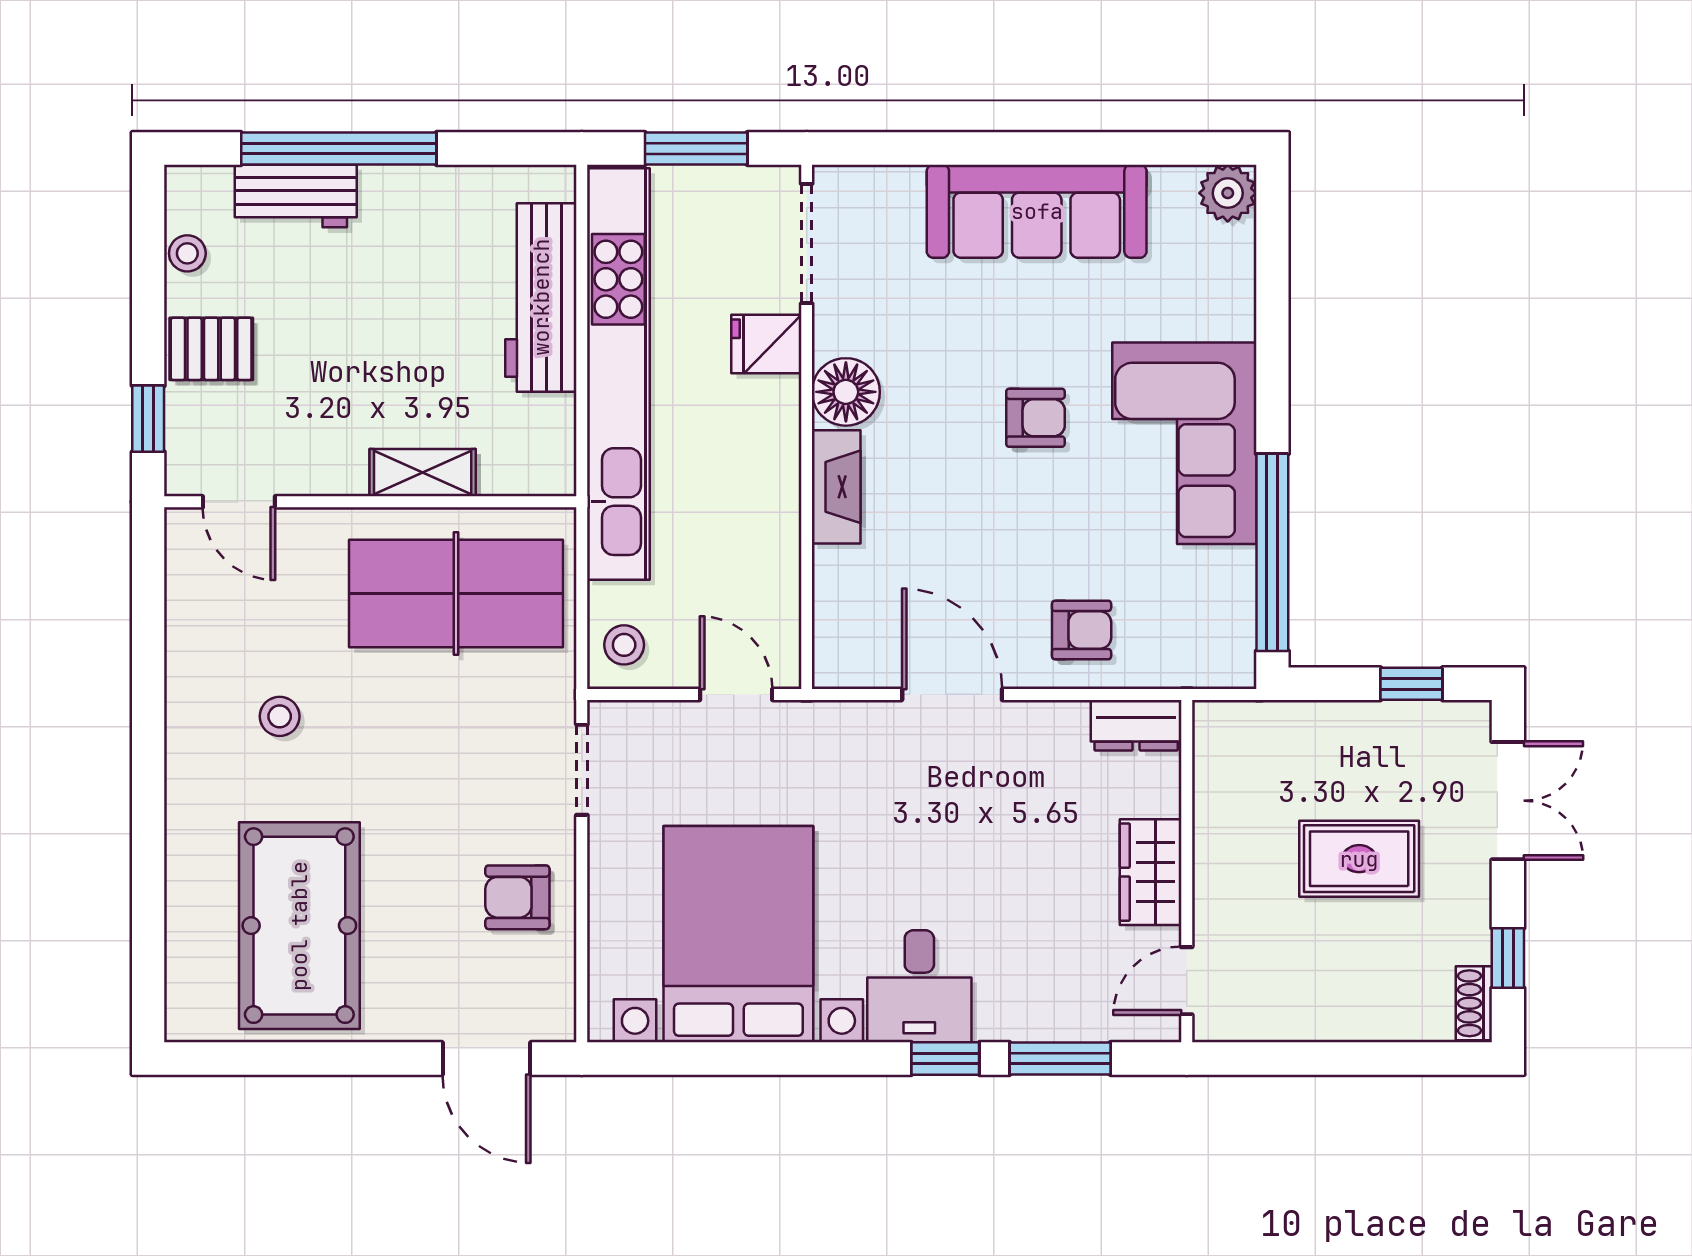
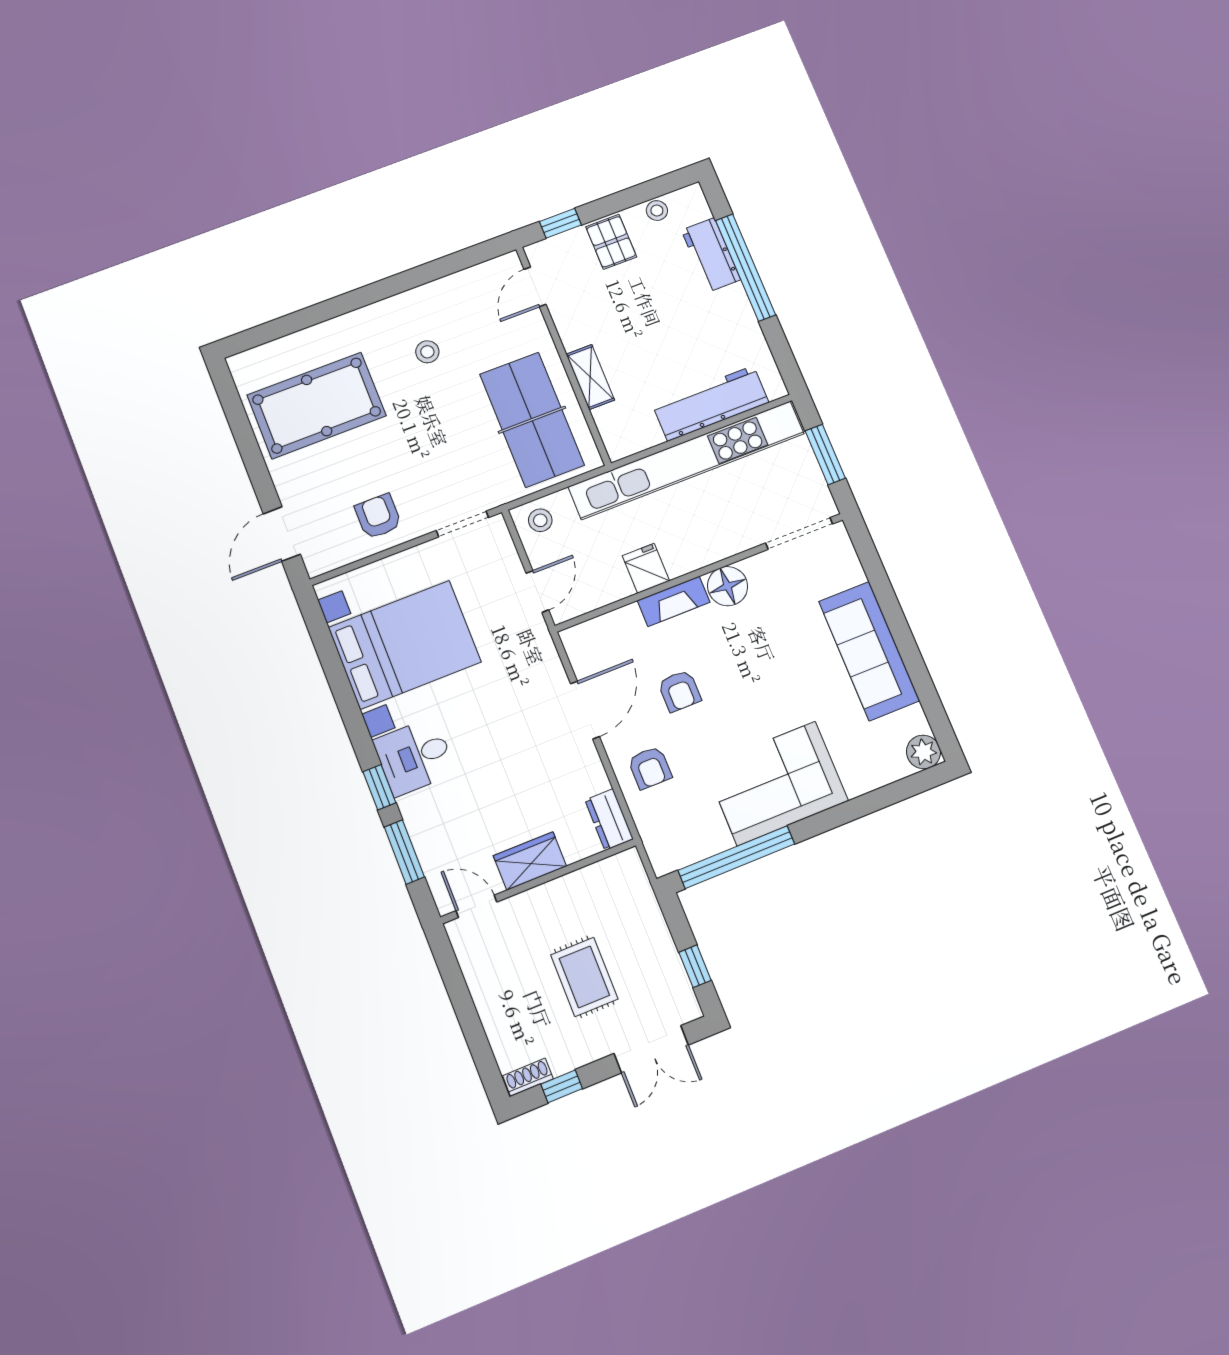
fridge: (766, 344) -> (646, 568), moved
armchair: (1035, 418) -> (680, 691), moved

